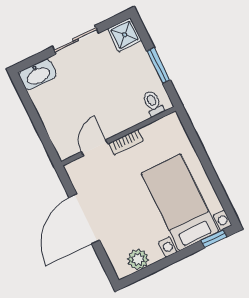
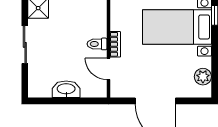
washbasin: (38, 75) -> (66, 89), moved, turned -90
toilet: (153, 103) -> (97, 44), moved

